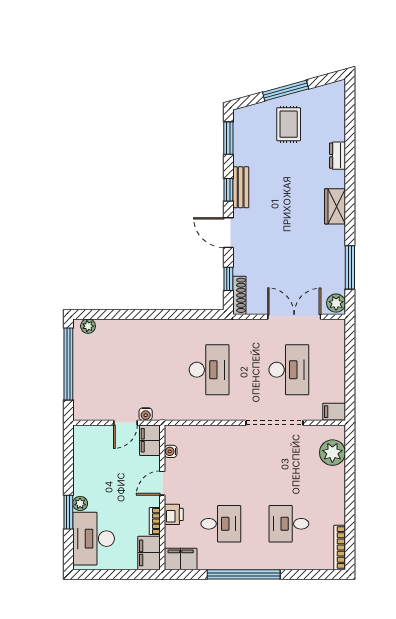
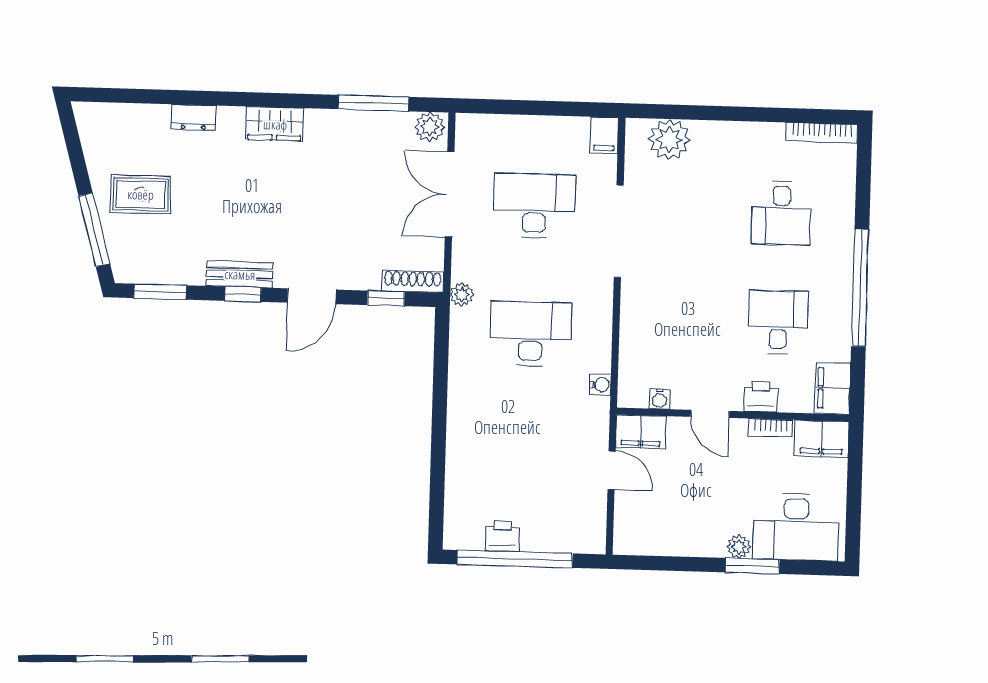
window: (286, 90) -> (94, 230), moved
plant: (88, 326) -> (462, 295), moved
printer: (82, 356) -> (503, 536), added
water cooler: (146, 414) -> (600, 385), moved

